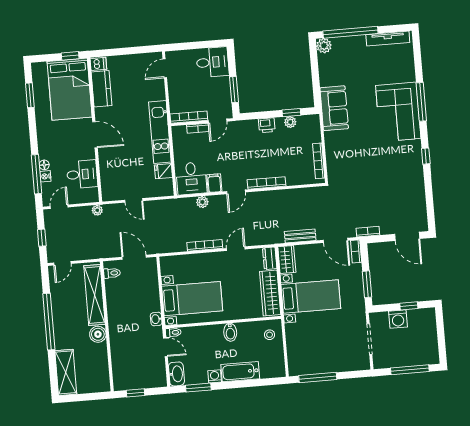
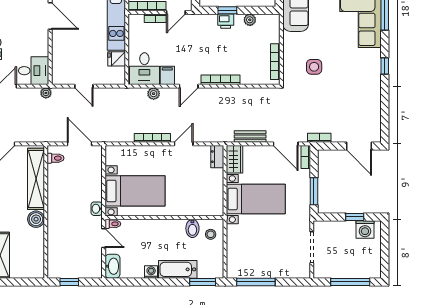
window: (291, 113) -> (227, 10), moved
side table: (357, 163) -> (314, 67), added
desk: (82, 174) -> (34, 71), moved
wardrobe: (270, 293) -> (215, 192), removed
washing machine: (398, 319) -> (365, 229), moved
bidet: (230, 332) -> (192, 228), moved
window: (198, 388) -> (203, 282), moved

